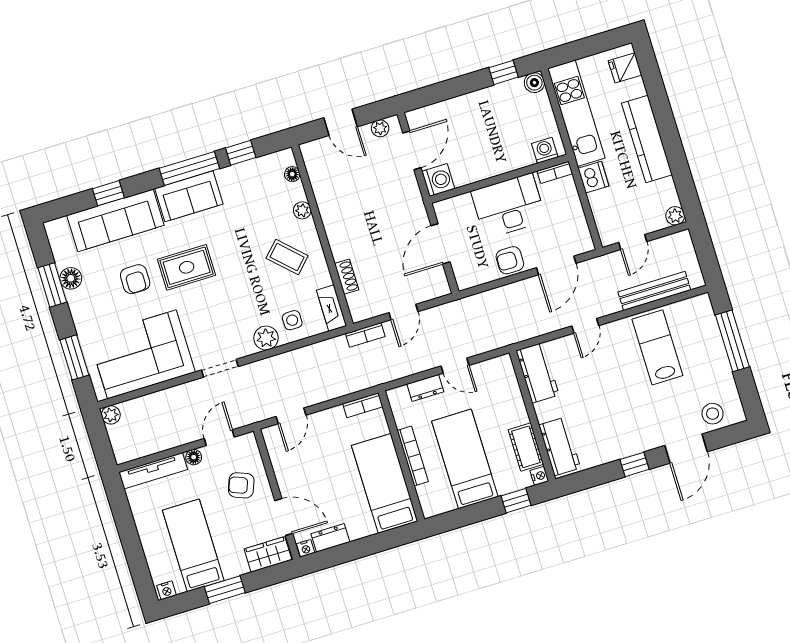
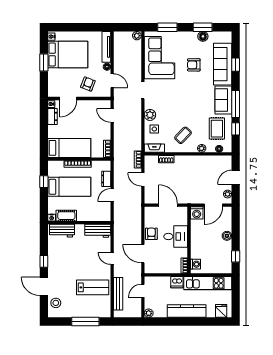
boiler: (534, 83) -> (227, 236), moved
door: (412, 150) -> (213, 205), hinge flipped
desk: (509, 206) -> (176, 236), width x0.73
door: (633, 242) -> (143, 291), hinge flipped
rug: (187, 267) -> (217, 129), moved
window: (516, 501) -> (44, 182), moved
bed: (193, 545) -> (68, 55), width x1.50
wardrobe: (268, 554) -> (54, 86), removed

